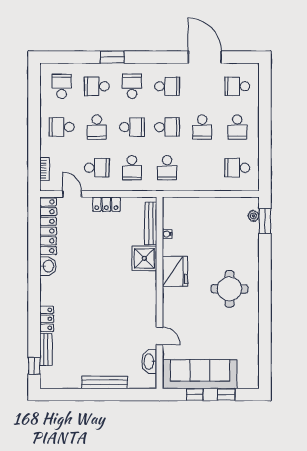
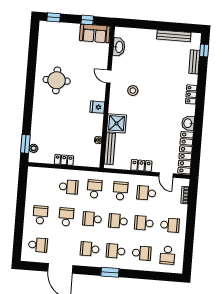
window: (112, 57) -> (110, 272), moved
school desk: (132, 86) -> (116, 251), turned 90
school desk: (97, 127) -> (144, 223), turned -90
school desk: (237, 168) -> (69, 187), moved
locker: (211, 204) -> (64, 160), added
fridge: (175, 271) -> (97, 107), width x0.53, depth x0.75
round table: (230, 289) -> (57, 80), moved
stool: (126, 304) -> (133, 91), added
locker: (47, 319) -> (191, 94), moved
door: (160, 336) -> (109, 77), moved
sofa: (200, 374) -> (95, 33), width x0.54, depth x0.79
bench: (105, 382) -> (174, 36), moved
window: (226, 395) -> (54, 17), moved

